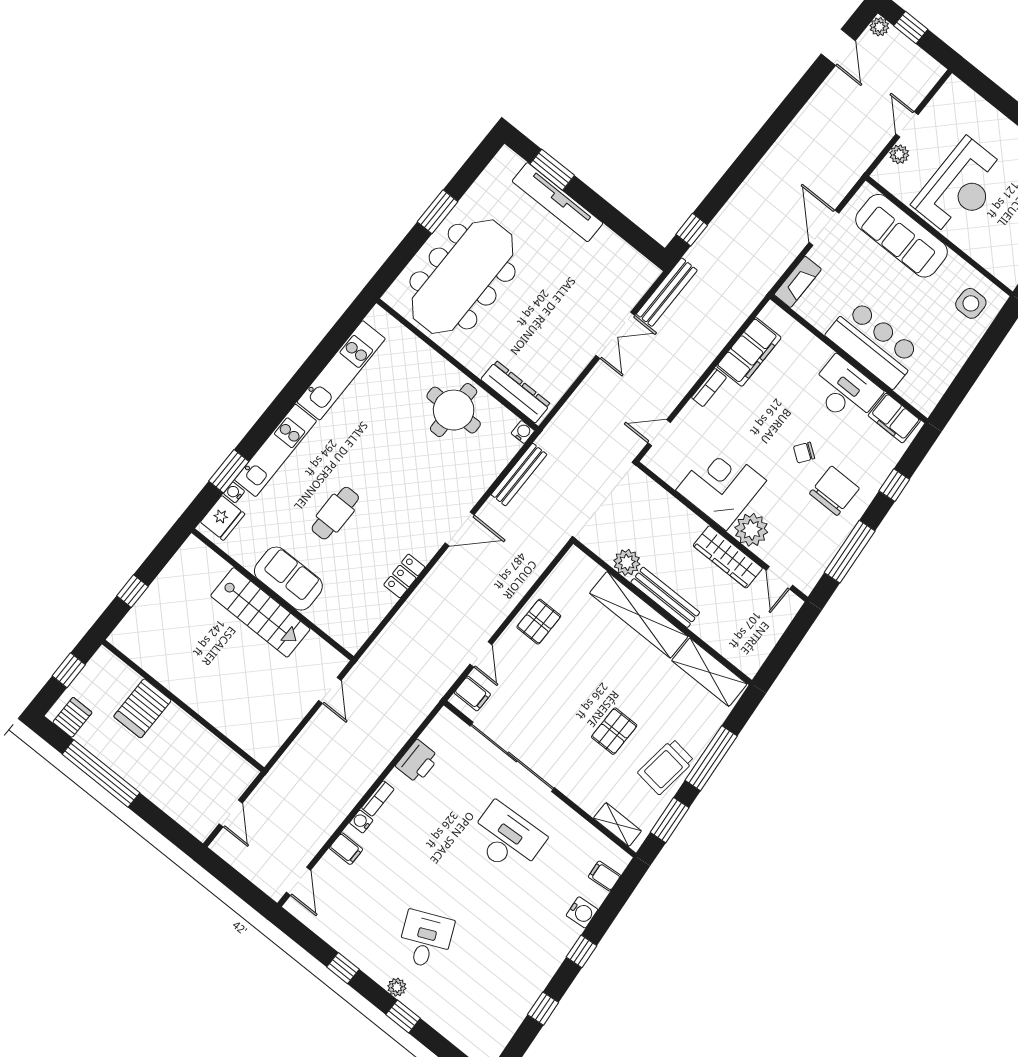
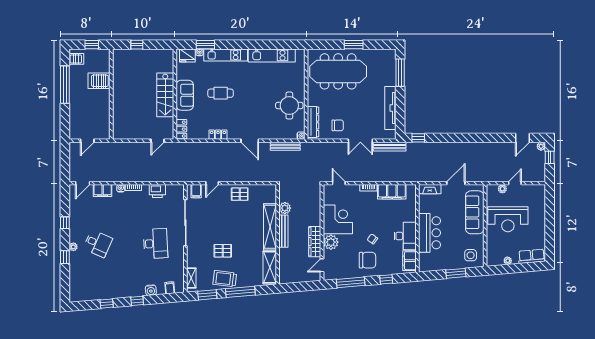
window: (552, 170) -> (400, 73), width x1.44
tv unit: (557, 202) -> (390, 108), moved
chair: (556, 353) -> (338, 125), added
window: (982, 355) -> (456, 273), added
locker: (343, 632) -> (181, 129), added
filing cabinet: (346, 849) -> (103, 191), width x2.00
desk: (426, 940) -> (98, 244), turned 48

